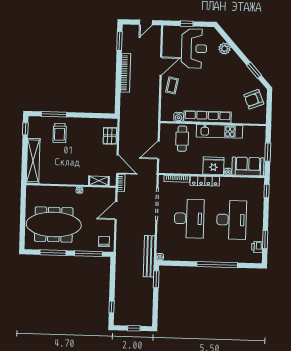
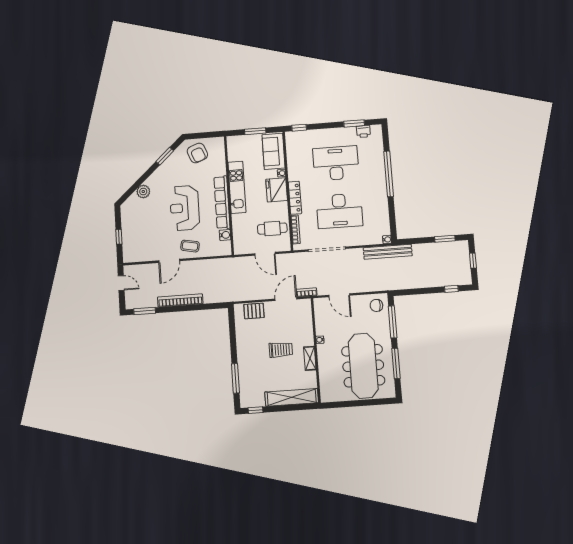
reception desk: (194, 49) -> (185, 208), moved, turned -90
door: (161, 66) -> (169, 261), swing flipped
trolley: (60, 133) -> (281, 350), moved
cafe table: (182, 139) -> (272, 229), moved
shelving: (99, 181) -> (310, 358), moved
desk: (189, 219) -> (339, 211), turned 180
window: (156, 279) -> (445, 239), moved

